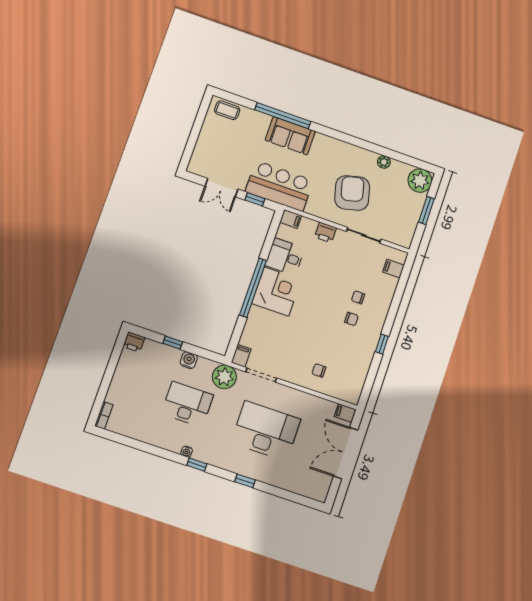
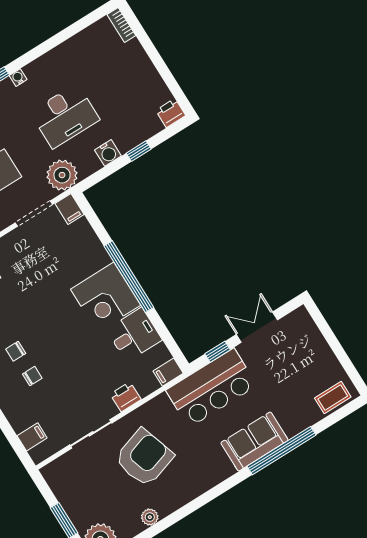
armchair: (352, 193) -> (144, 458), turned -94

